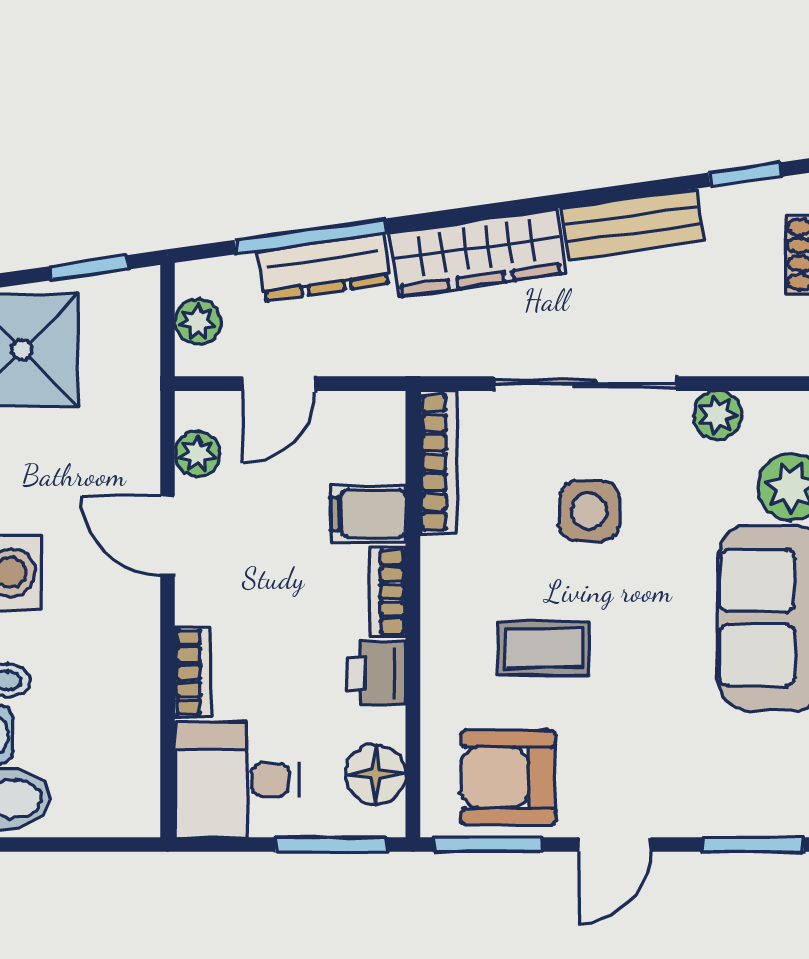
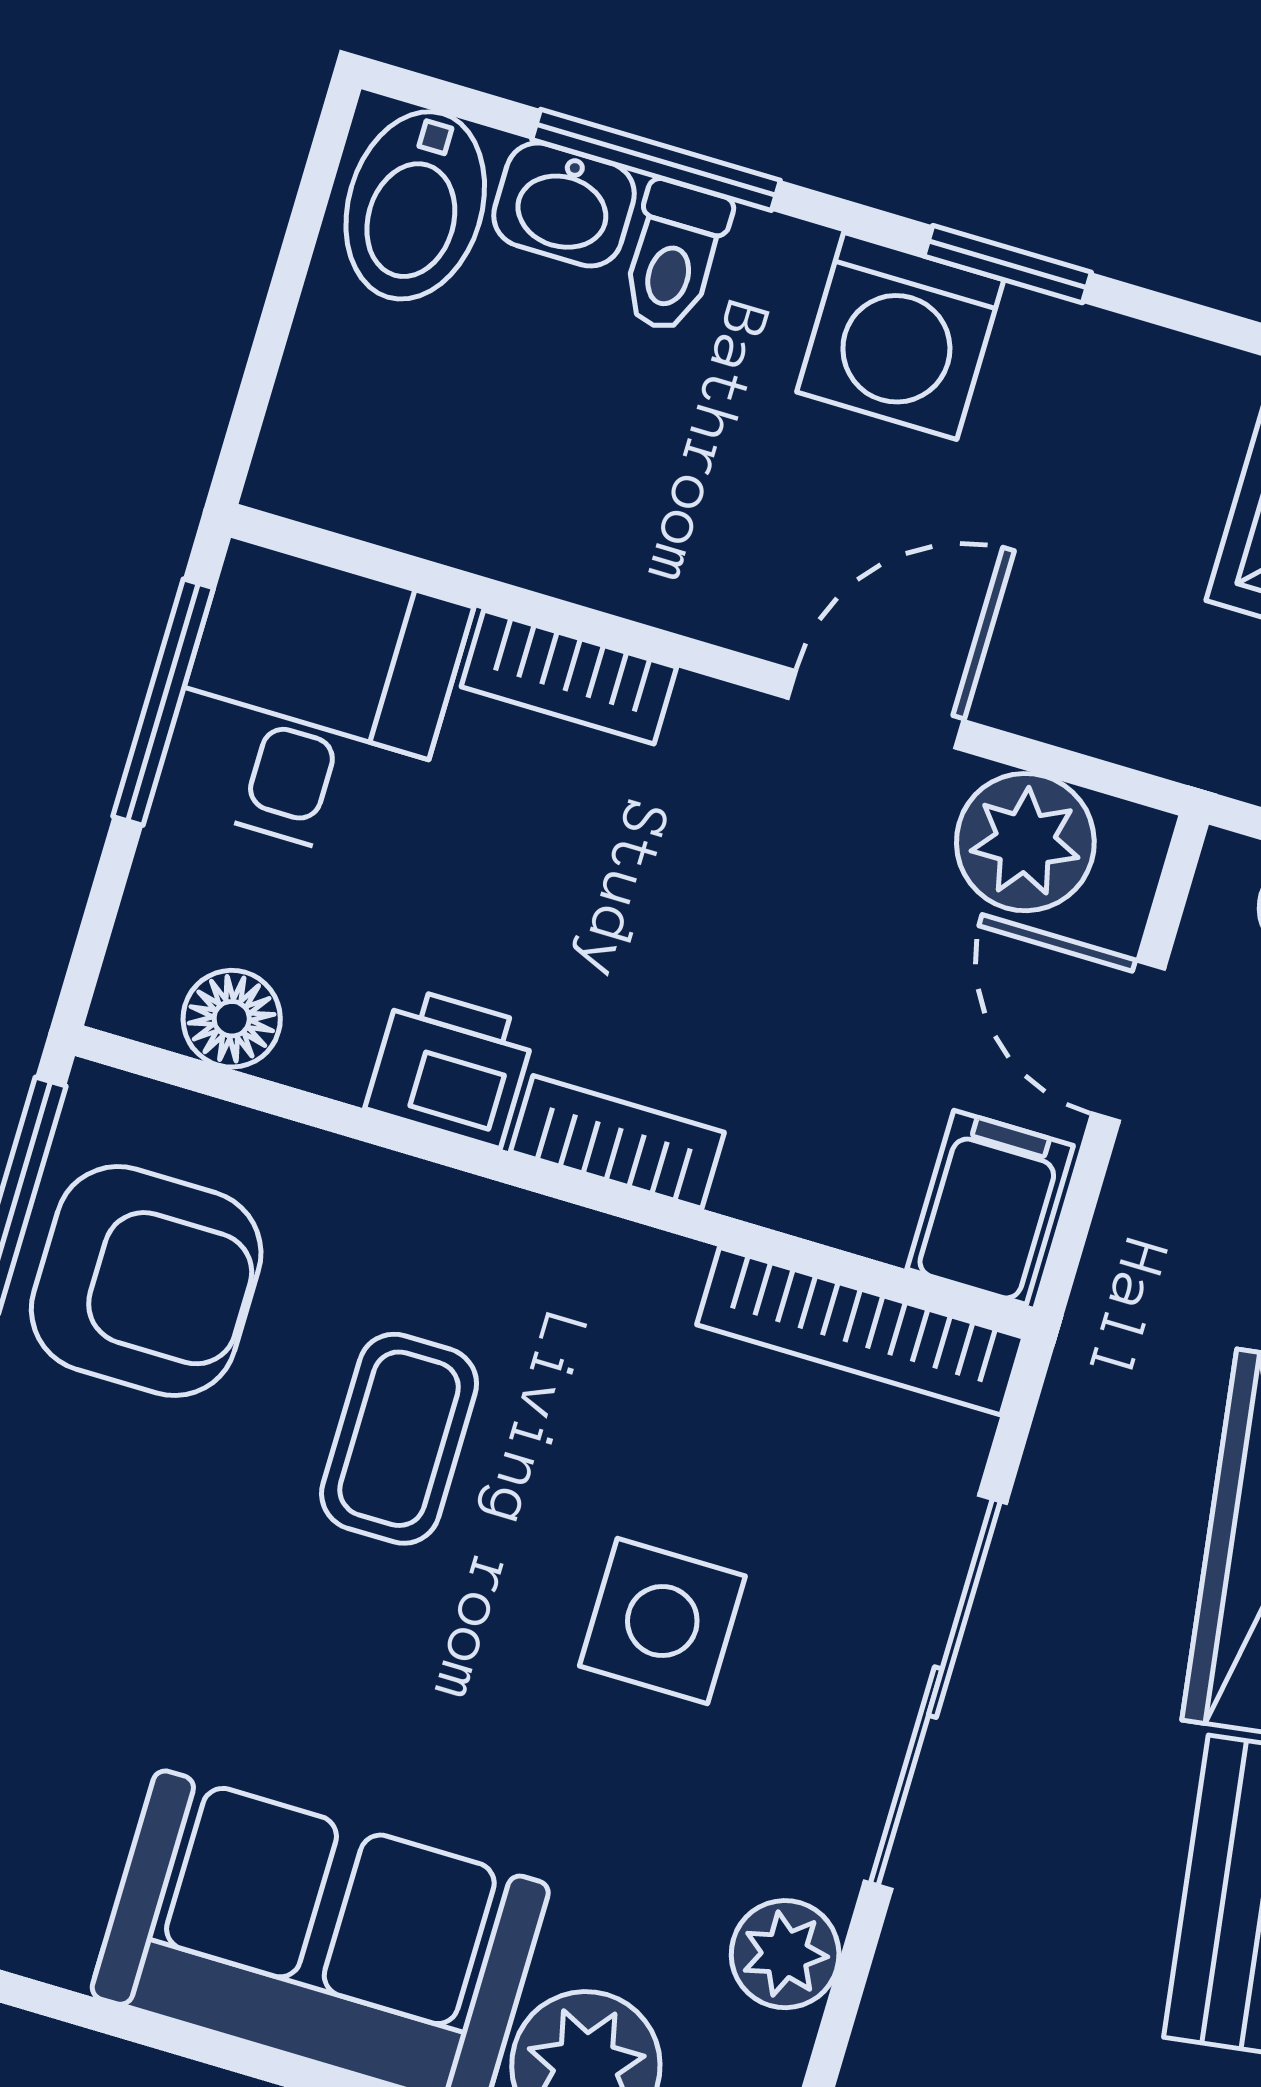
plant: (197, 454) -> (1025, 842), width x1.38, depth x1.38
filing cabinet: (368, 514) -> (990, 1207), moved
floor lamp: (376, 774) -> (232, 1019), width x0.73, depth x0.73
armchair: (508, 778) -> (146, 1281), turned 90
window: (331, 844) -> (163, 702), moved

